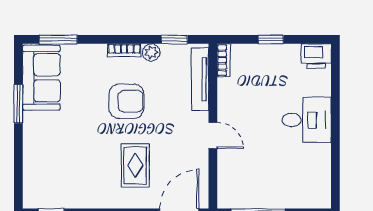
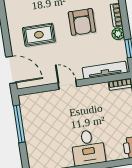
door: (213, 136) -> (67, 85), swing flipped

